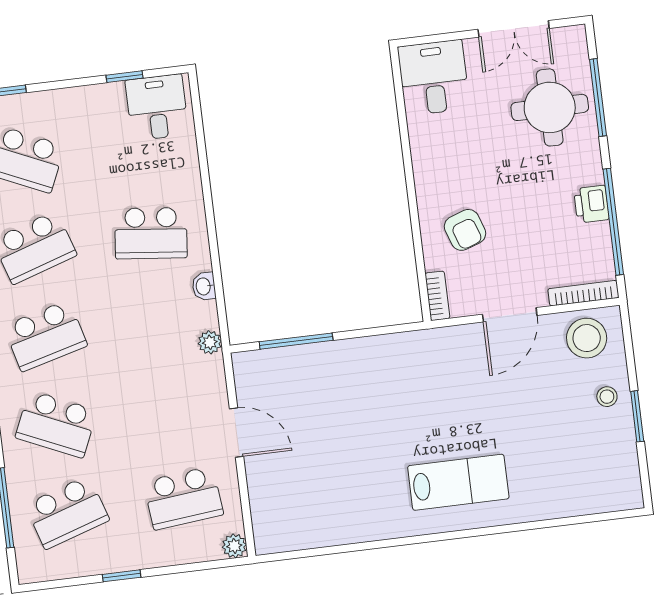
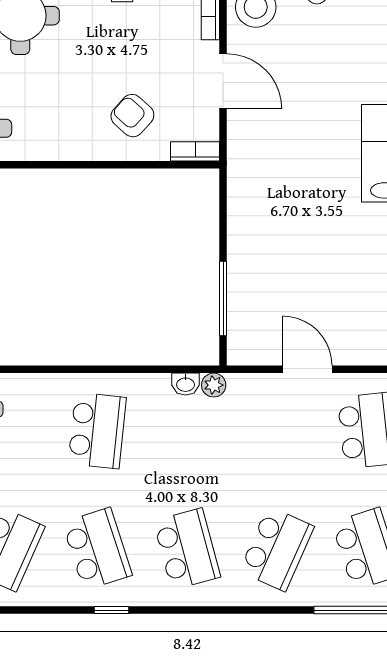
armchair: (465, 230) -> (132, 116), turned -119
washbasin: (204, 286) -> (186, 384), moved
door: (237, 432) -> (307, 369), hinge flipped

